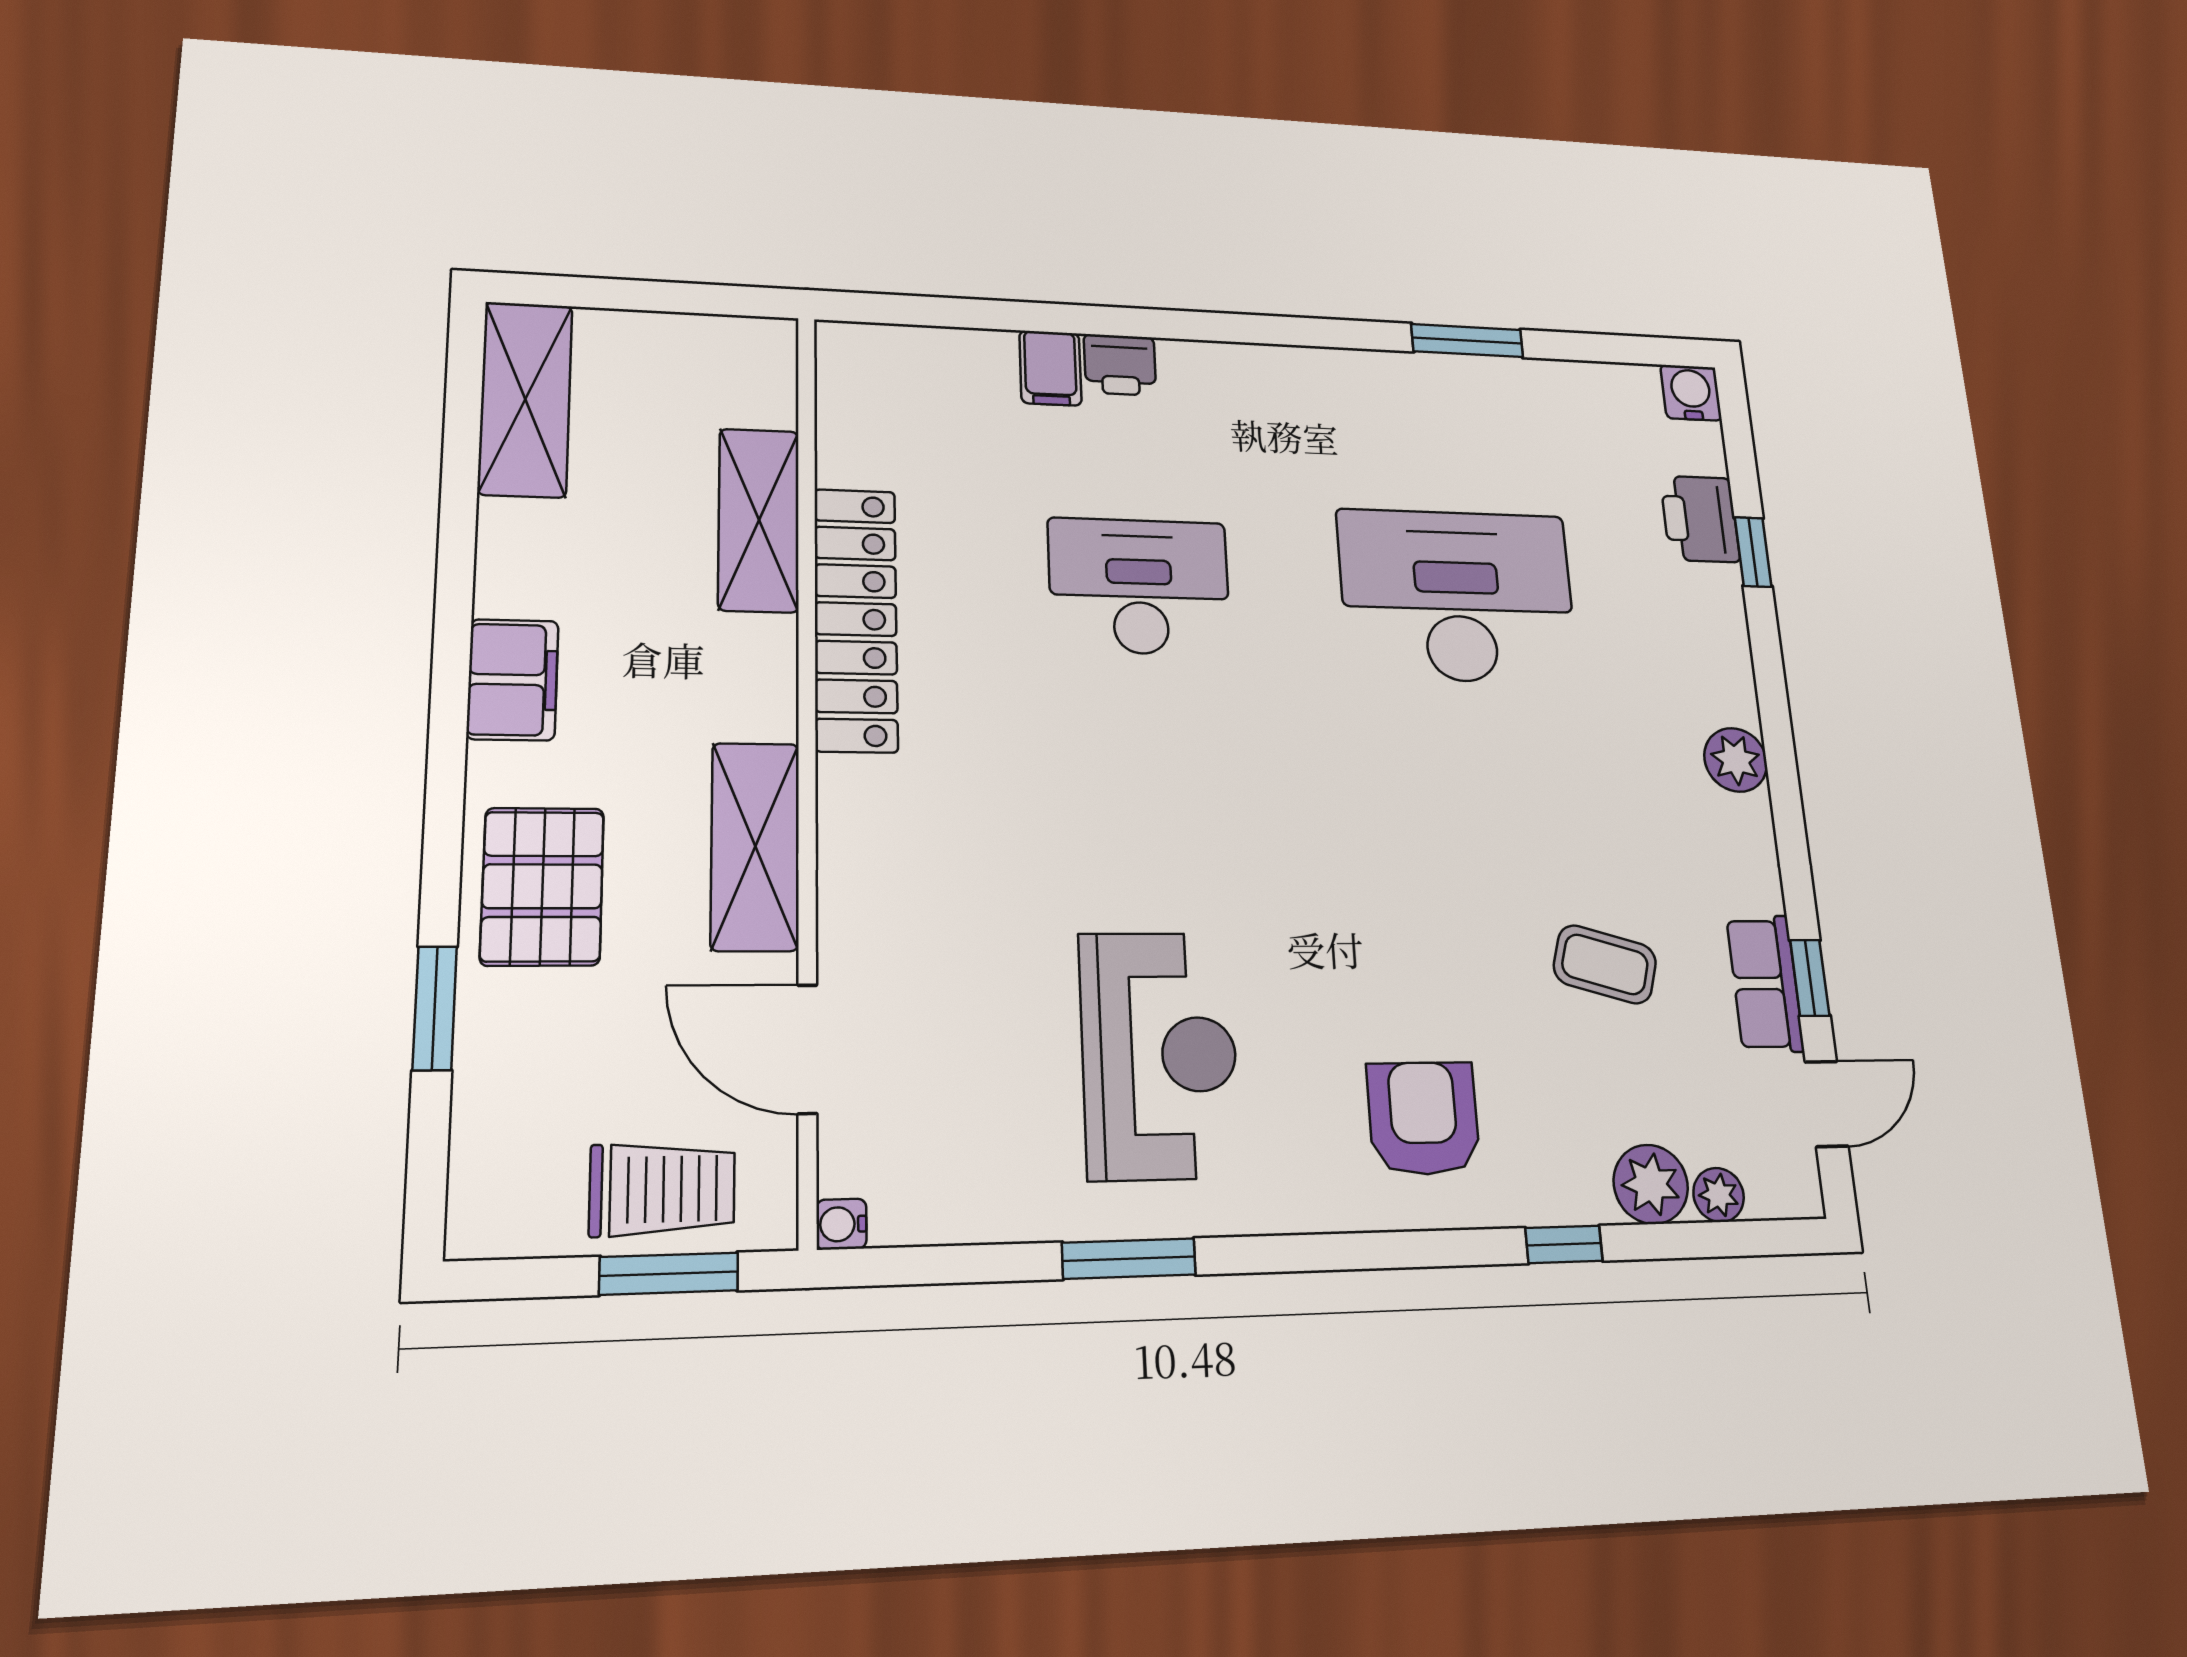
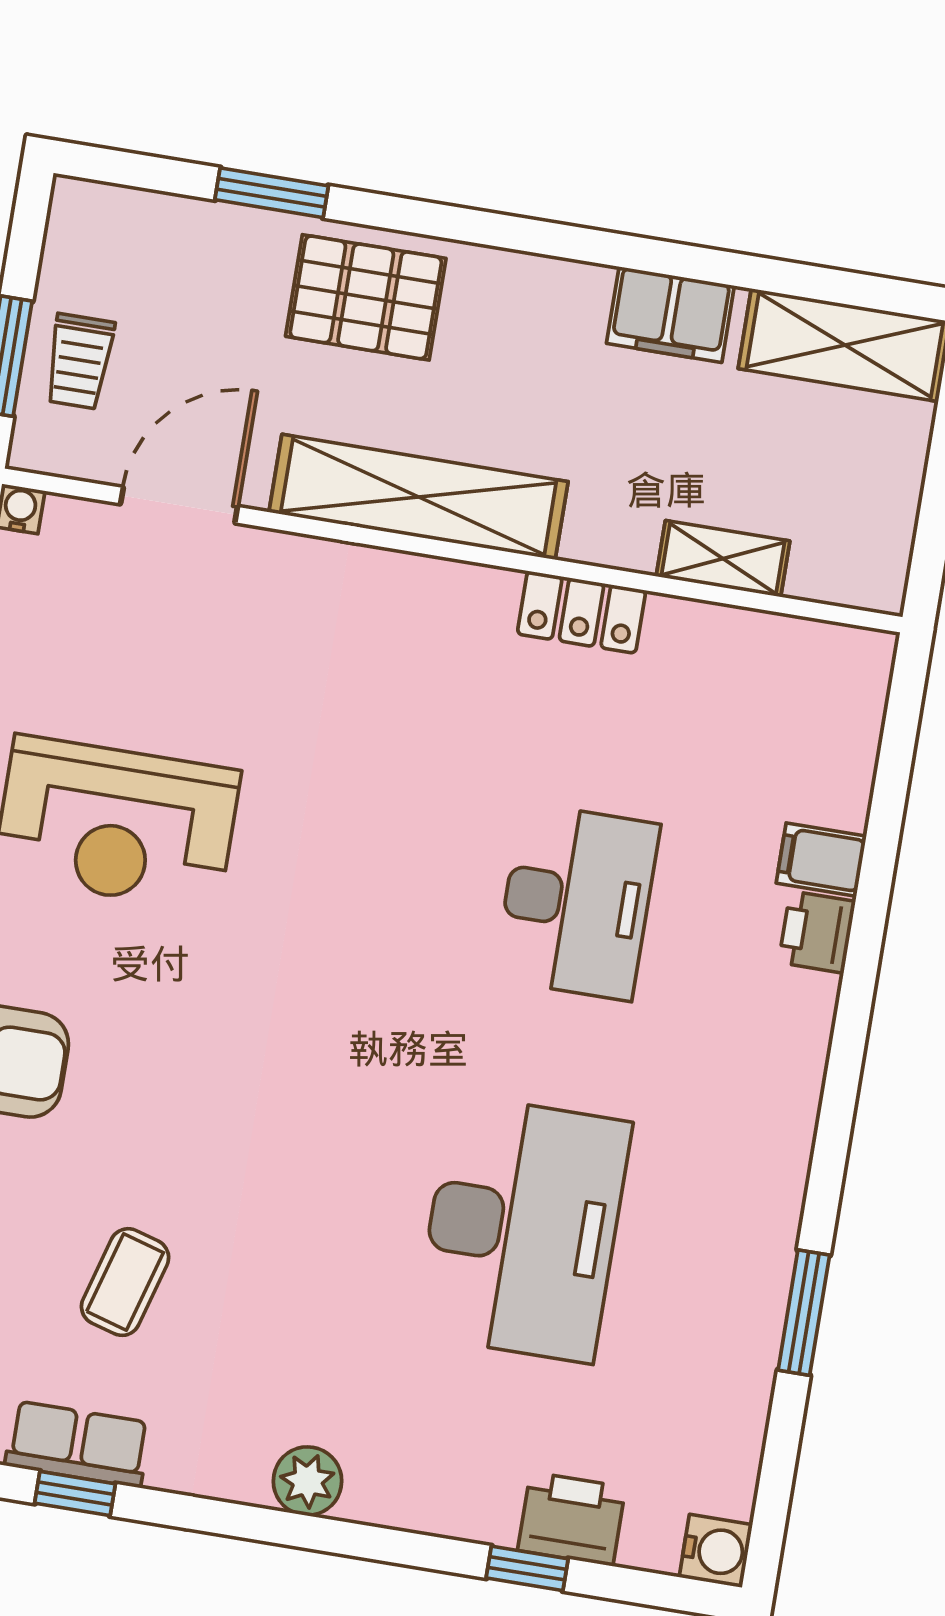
shelving: (759, 520) -> (723, 559), width x0.67, depth x0.75
locker: (856, 619) -> (581, 612), width x0.46, depth x0.83
filing cabinet: (513, 680) -> (670, 315), moved
shelving: (755, 846) -> (419, 497), width x1.47
trolley: (662, 1189) -> (79, 361), width x0.73, depth x0.72

